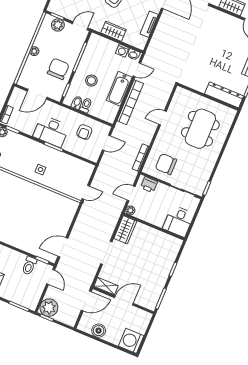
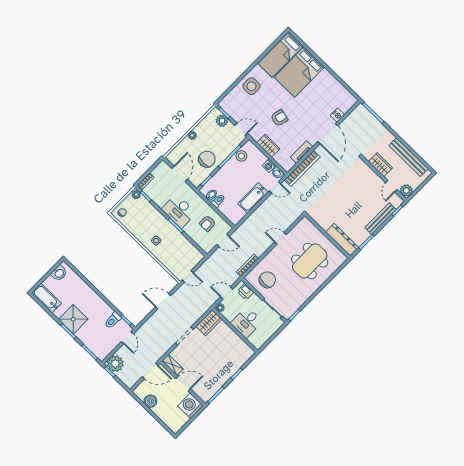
stool: (91, 81) -> (241, 156), moved
door: (37, 94) -> (180, 174), swing flipped
bookcase: (130, 102) -> (302, 168), moved
chair: (166, 164) -> (267, 280), turned 90
desk: (178, 221) -> (247, 322), moved
door: (63, 247) -> (163, 301), moved
washing machine: (131, 341) -> (191, 406), moved

